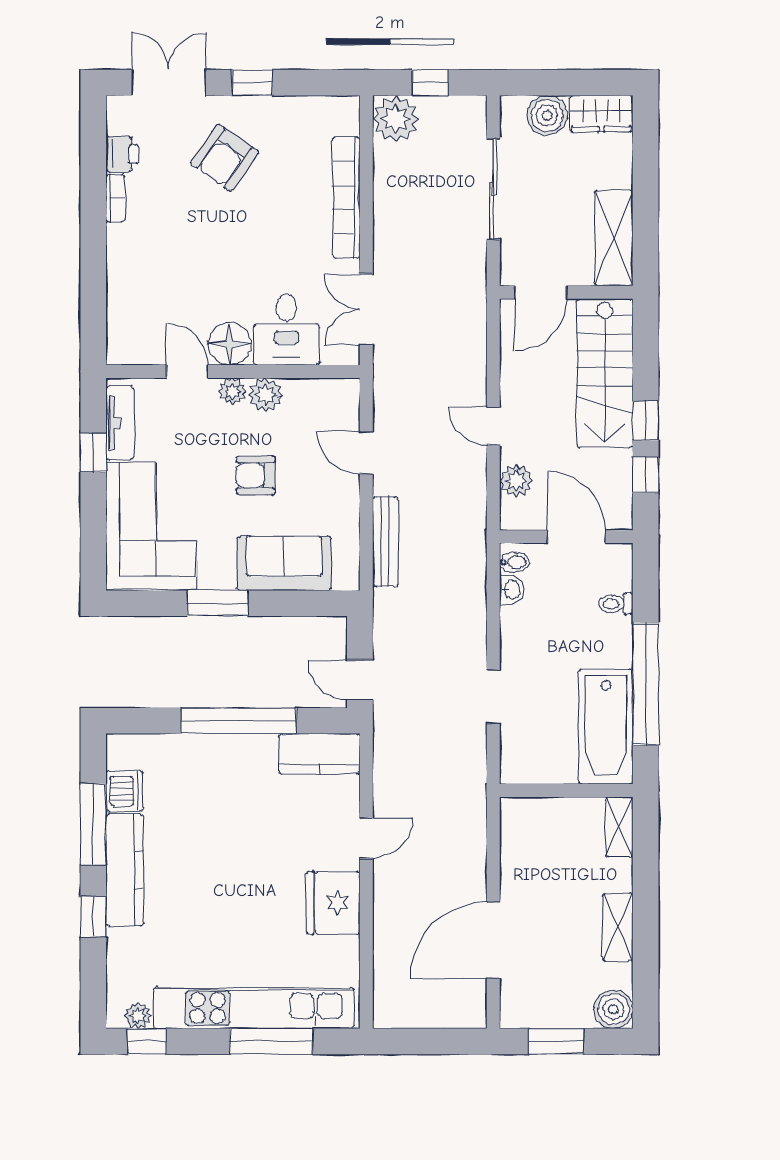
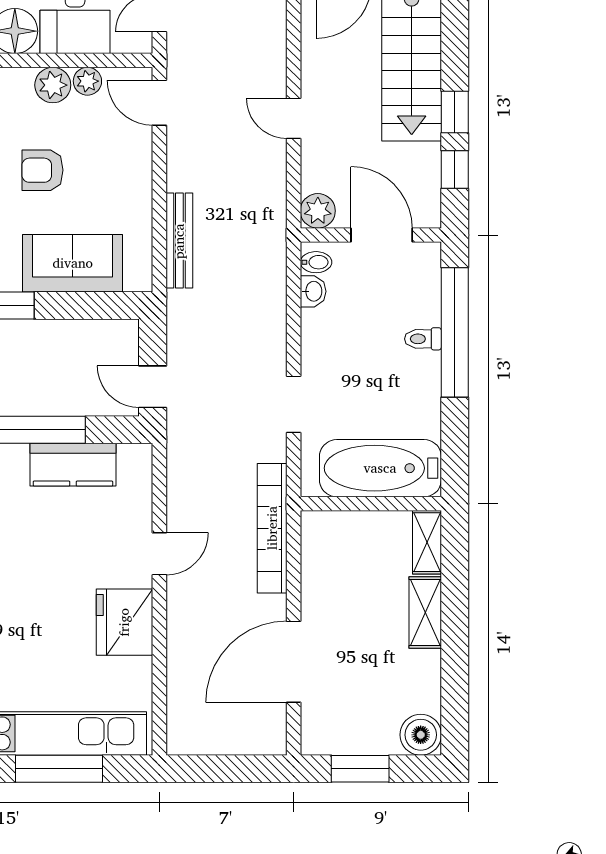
plant: (233, 391) -> (87, 81), moved
door: (366, 453) -> (159, 103), moved
plant: (516, 481) -> (318, 211), moved
toilet: (616, 604) -> (423, 339), moved
window: (646, 684) -> (455, 332), moved
bathtub: (606, 727) -> (380, 468), moved, turned 90
kitchen counter: (319, 754) -> (73, 465), moved
bookcase: (473, 814) -> (272, 528), added
shelving: (618, 927) -> (425, 613), moved

